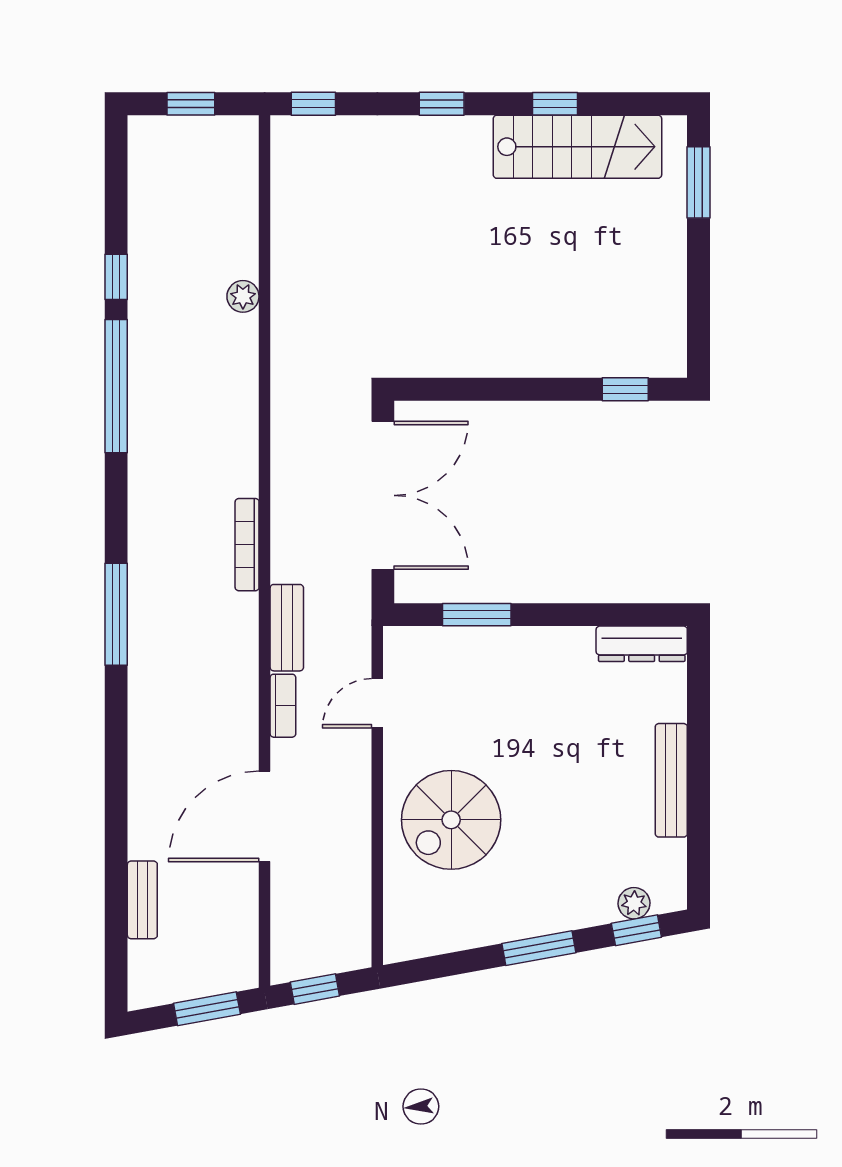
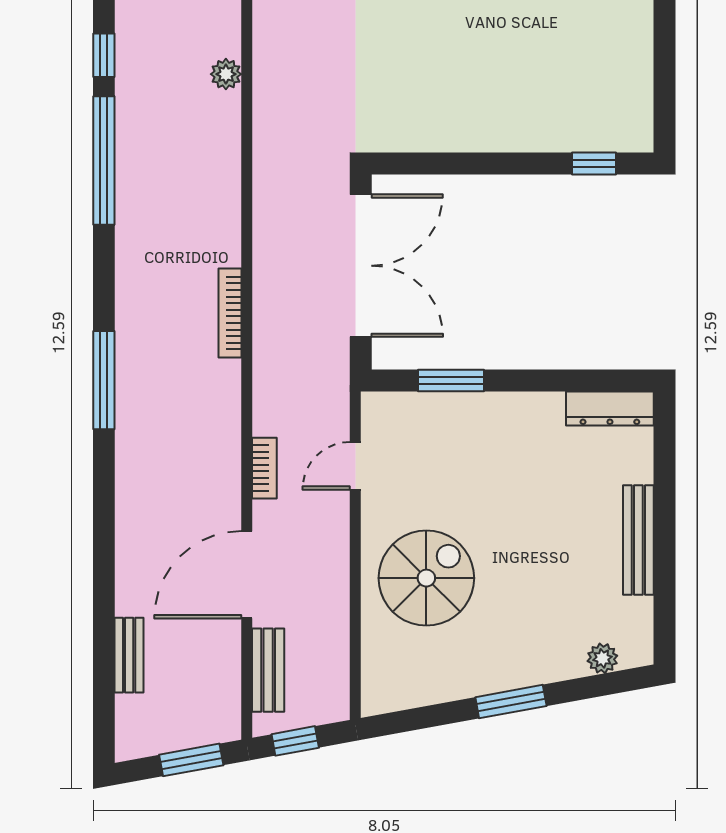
bench: (287, 628) -> (268, 670), moved
spiral stairs: (451, 820) -> (426, 578), turned 180
window: (636, 930) -> (605, 684), removed

